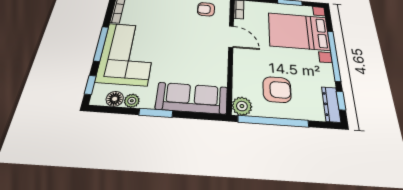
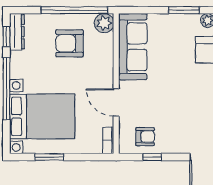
sofa: (192, 98) -> (133, 47), moved, turned -90

